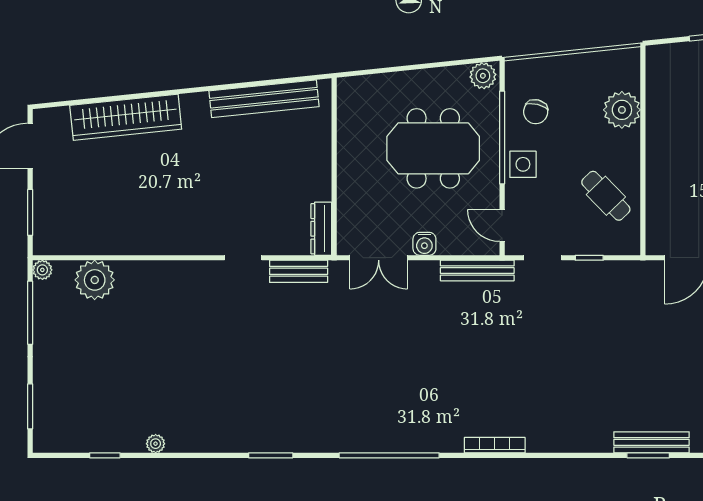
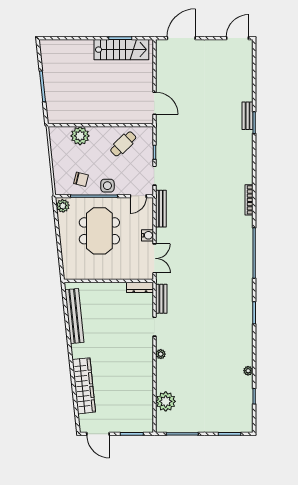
plant: (42, 270) -> (161, 354), moved
bench: (652, 442) -> (248, 116), width x0.73

